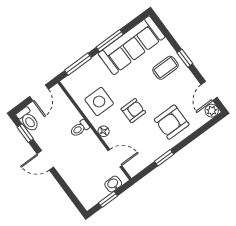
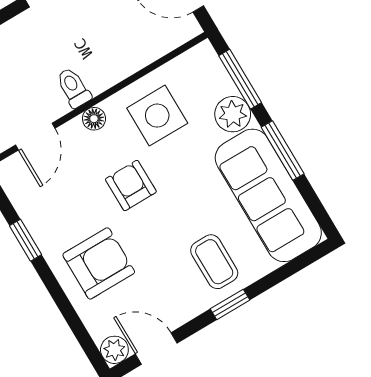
plant: (95, 66) -> (233, 114), added
armchair: (133, 111) -> (131, 185), turned 180
armchair: (172, 122) -> (99, 263), turned 90
toilet: (80, 128) -> (74, 88), moved

